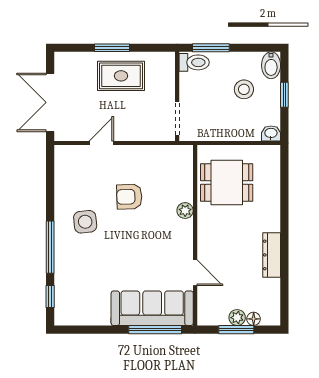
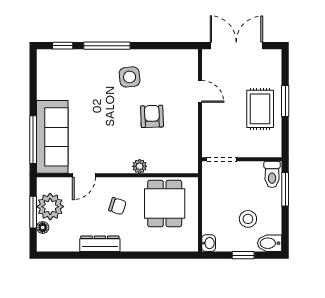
chair: (230, 235) -> (117, 206), added
plant: (237, 318) -> (50, 207), width x1.88, depth x1.88

